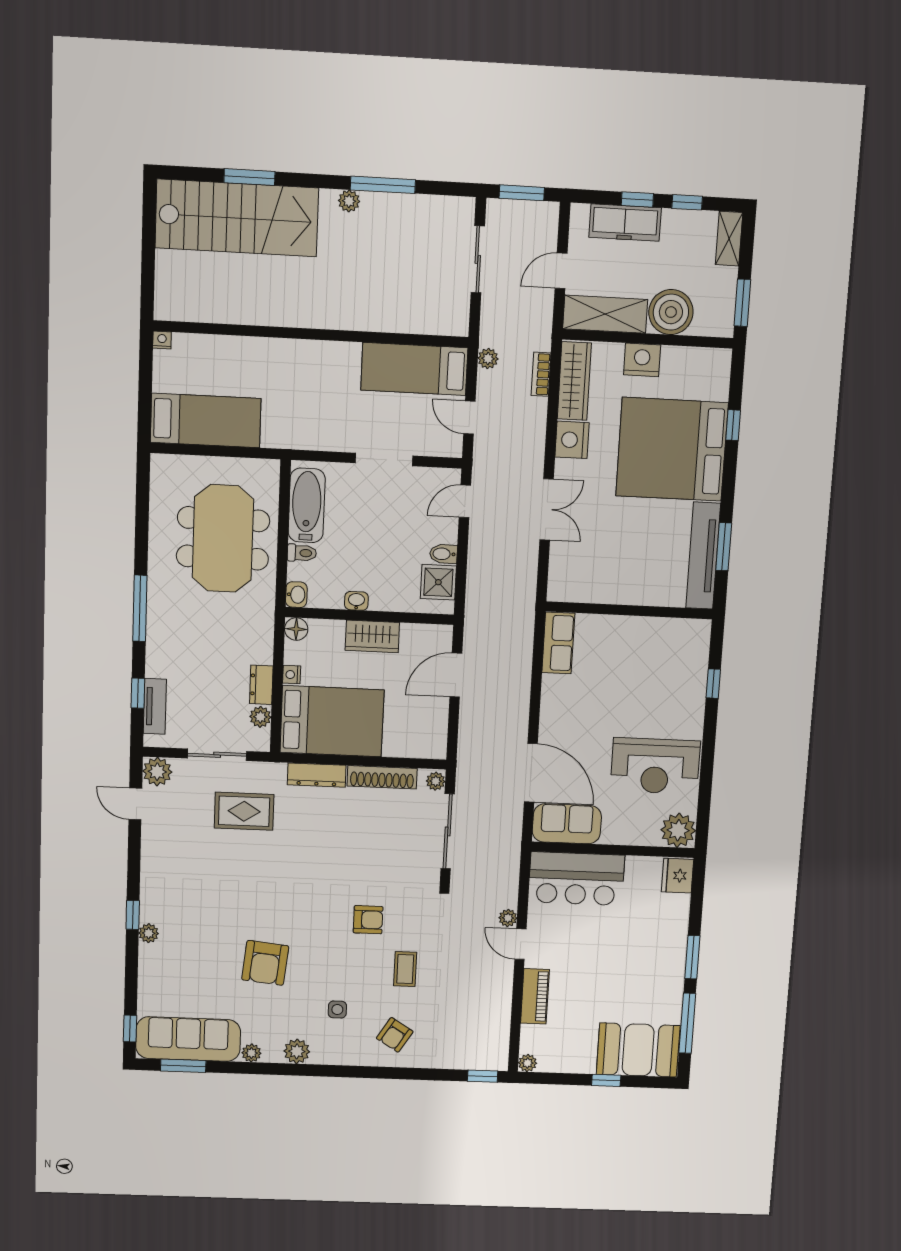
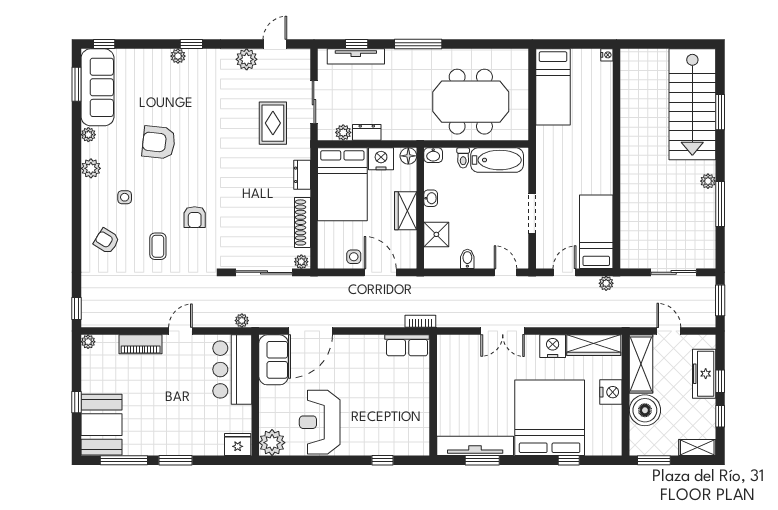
bookcase: (541, 374) -> (420, 321), moved
shower: (438, 582) -> (436, 234), moved
nightstand: (292, 675) -> (381, 159), width x1.89, depth x1.79
tv unit: (155, 706) -> (356, 56), width x1.41
side table: (432, 710) -> (354, 257), added
plant: (157, 772) -> (247, 59), moved
dresser: (317, 775) -> (302, 175), width x0.70
plant: (508, 918) -> (242, 321), moved
coffee table: (405, 969) -> (158, 246), turned 90

